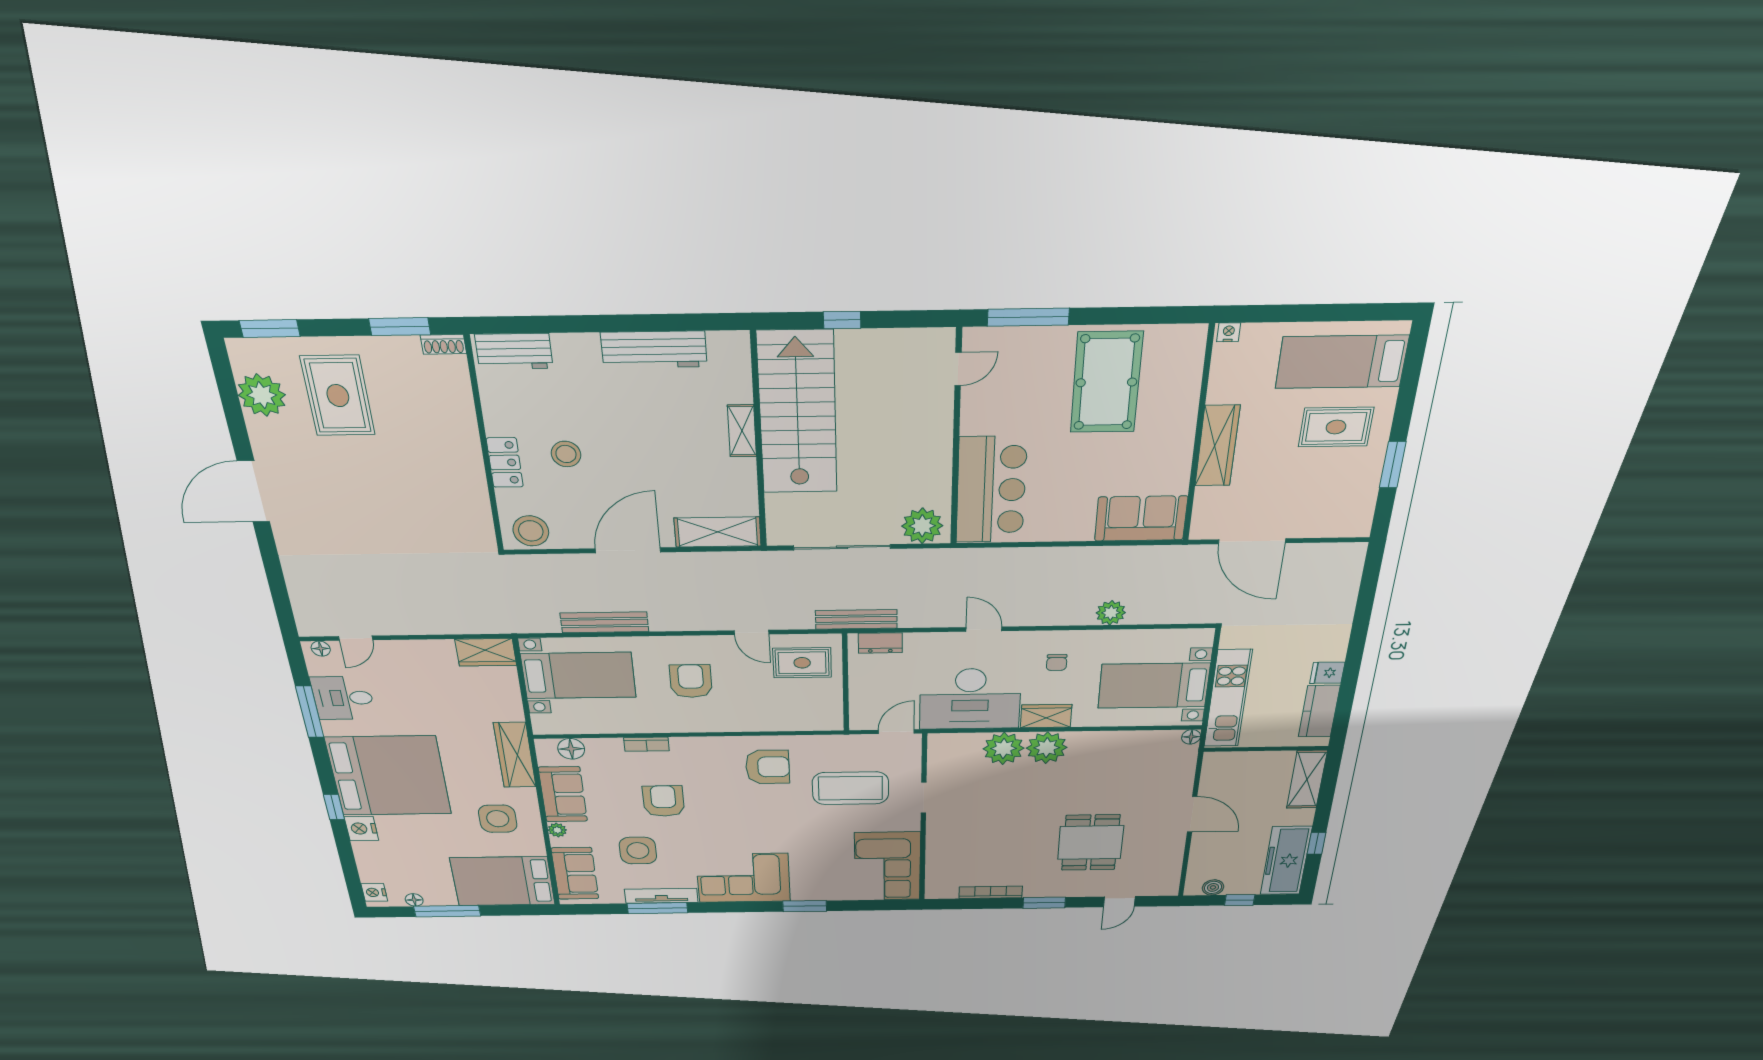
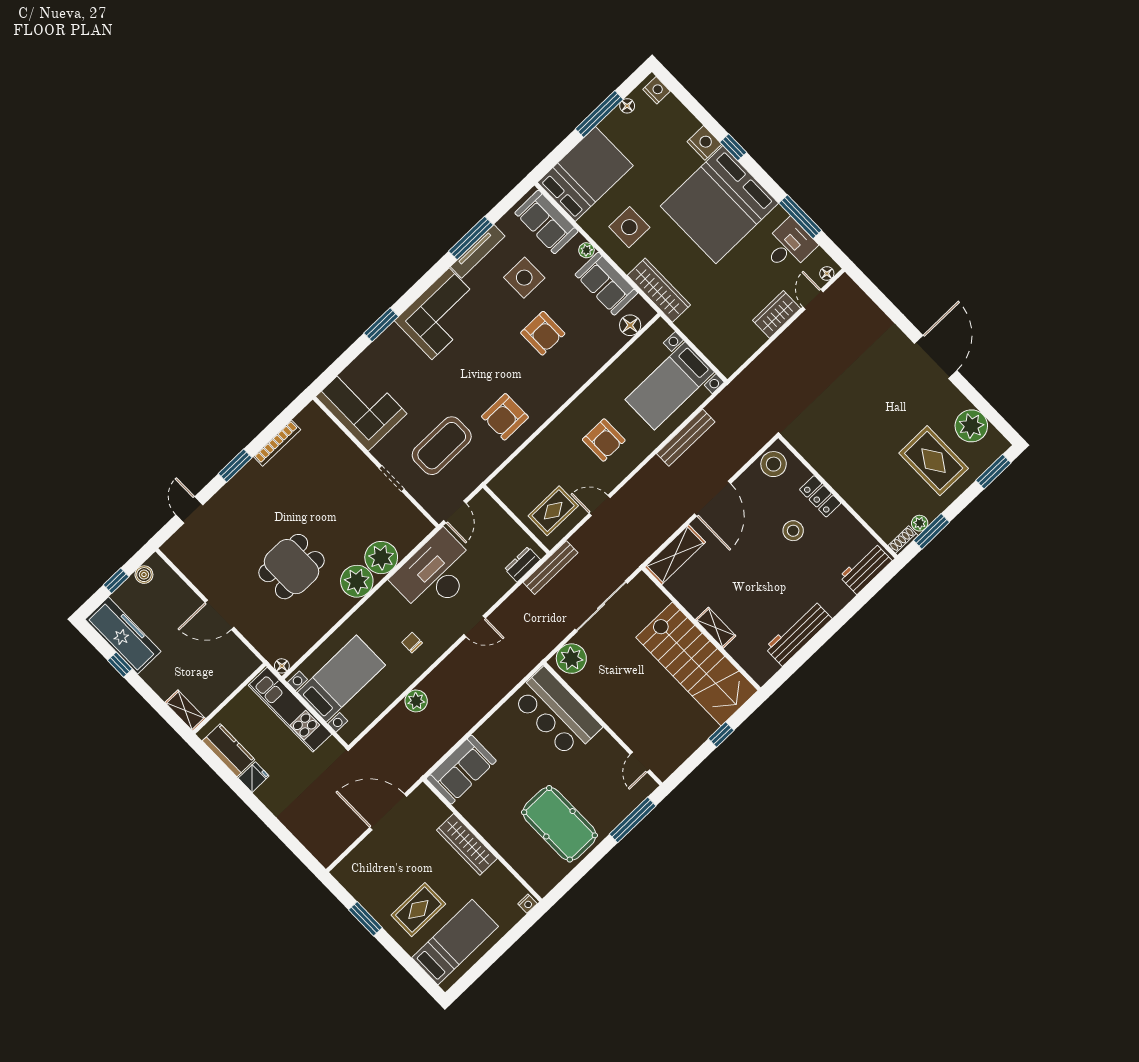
plant: (408, 346) -> (920, 523), added
wardrobe: (486, 652) -> (776, 314), moved
wardrobe: (1046, 716) -> (380, 602), removed
bookcase: (646, 744) -> (590, 369), removed
shelving: (1307, 779) -> (185, 710), width x0.67, depth x0.75
dining table: (1091, 843) -> (291, 567), moved, turned 90

